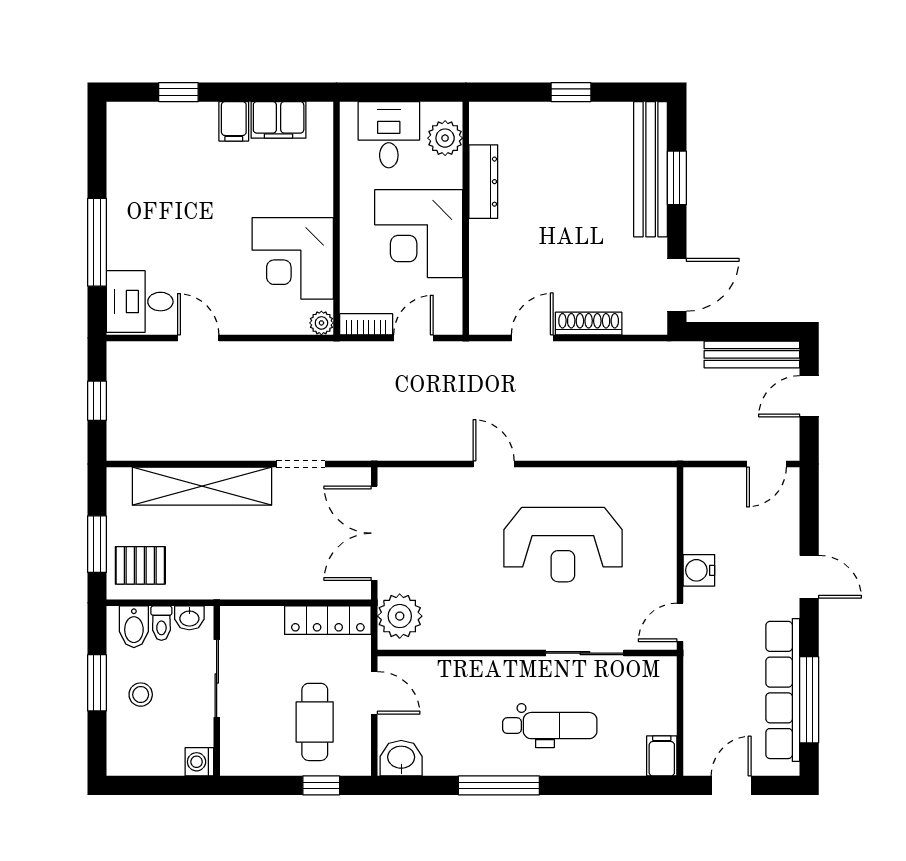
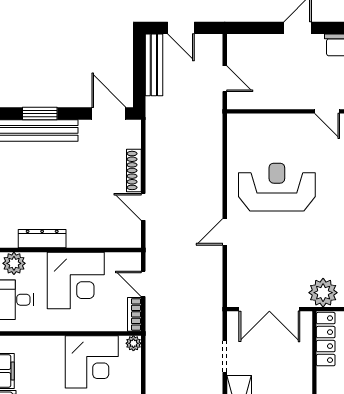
door: (767, 464) -> (225, 79), moved
reception desk: (563, 545) -> (277, 187), turned -90
water cooler: (699, 570) -> (293, 99), removed

